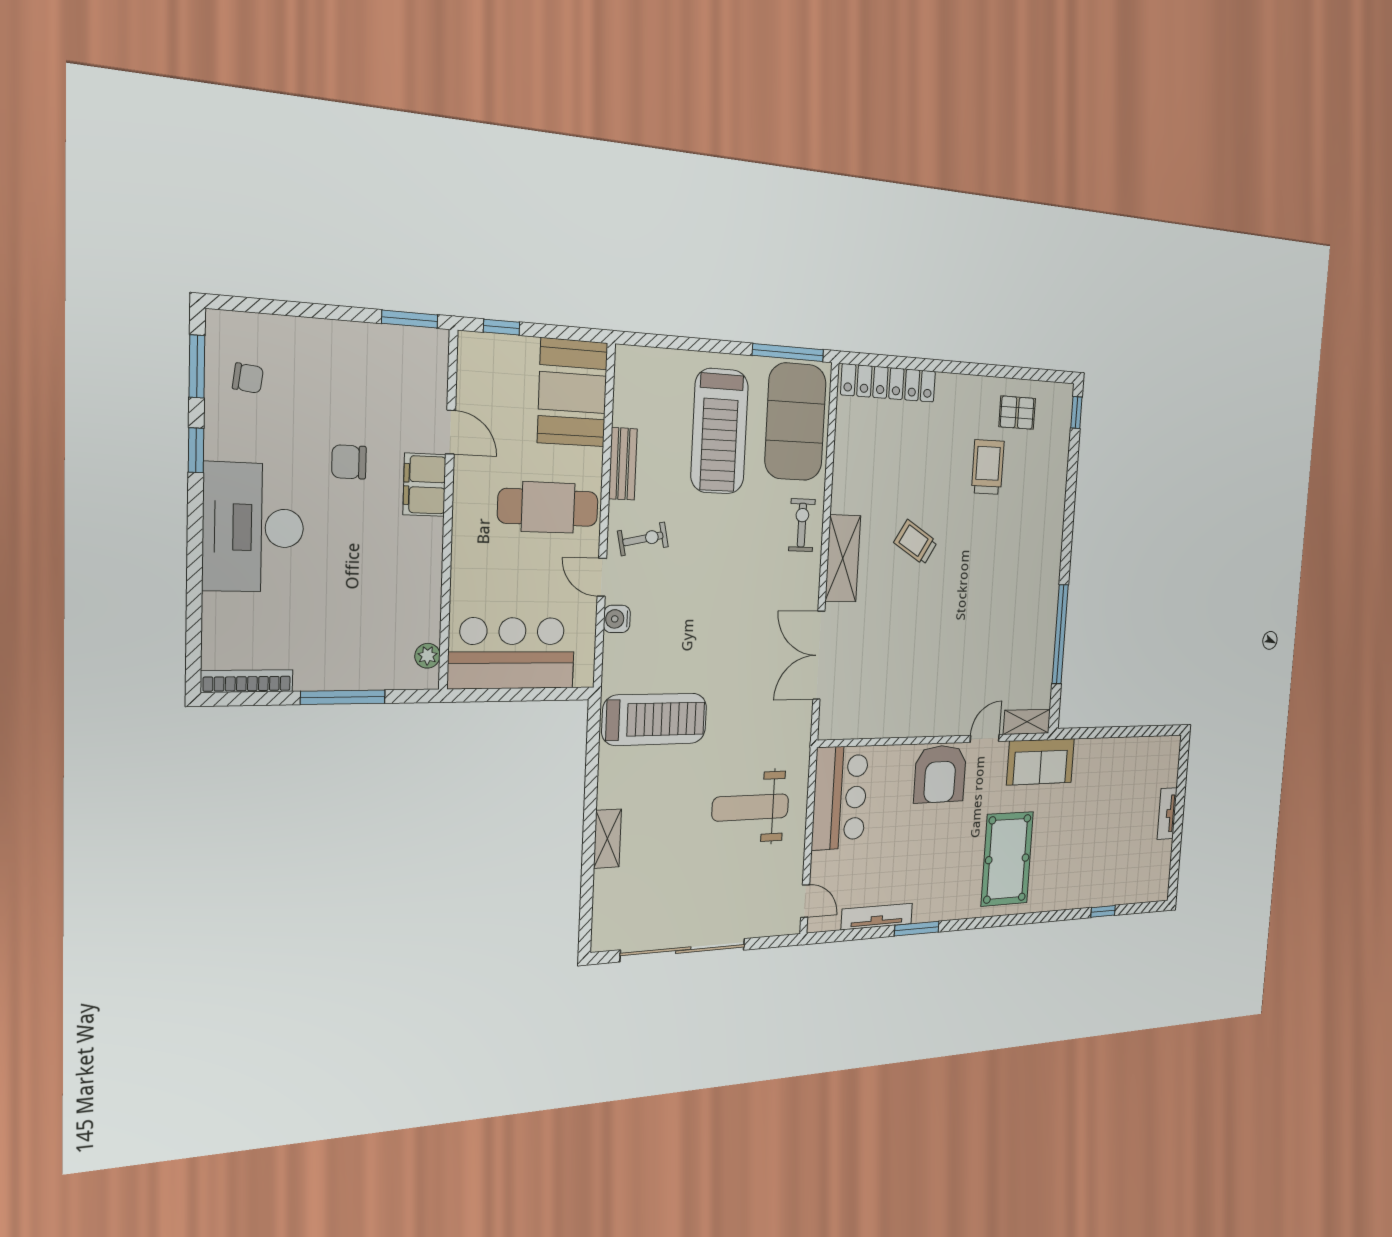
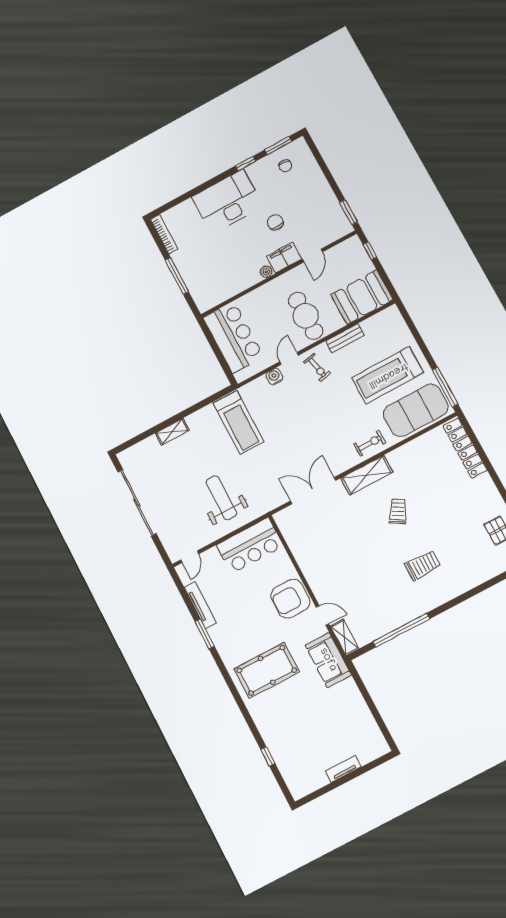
trolley: (988, 467) -> (423, 565), moved
plant: (427, 656) -> (266, 272), moved

